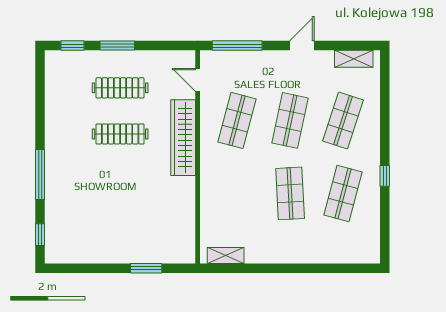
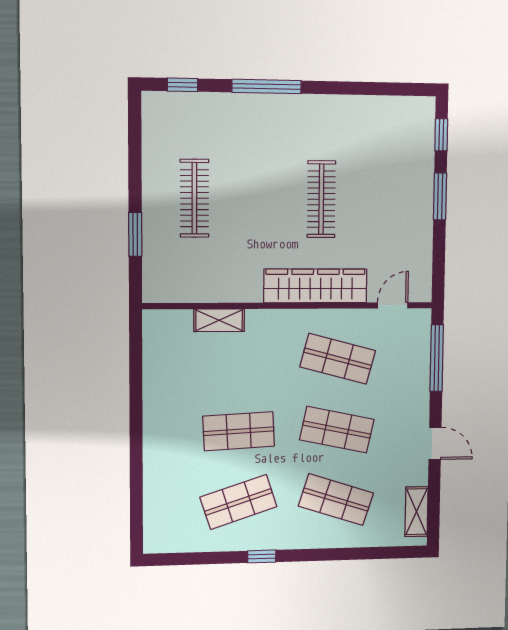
clothes rail: (120, 88) -> (194, 198), moved
shop shelf: (343, 193) -> (238, 502), turned -33
shelving: (226, 256) -> (219, 320), moved, turned 90

